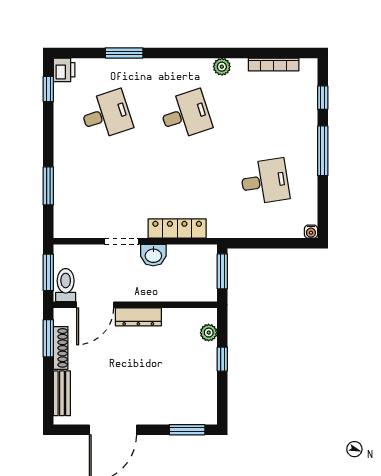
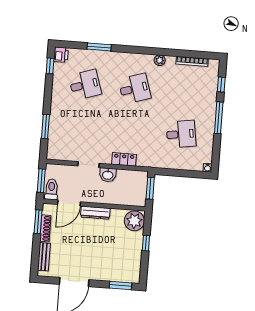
locker: (177, 229) -> (124, 159), width x0.66
plant: (209, 333) -> (134, 221), width x1.88, depth x1.88

